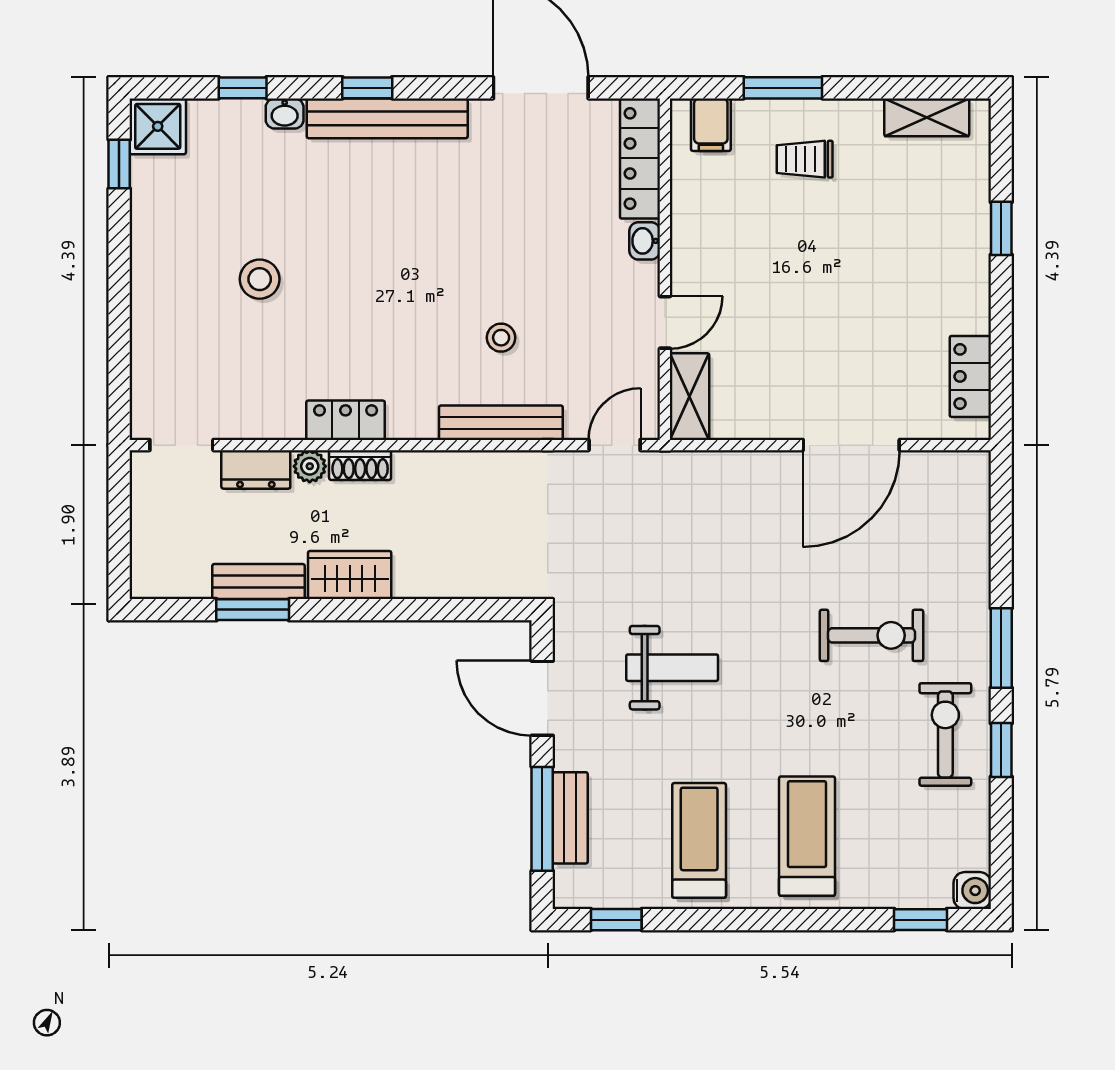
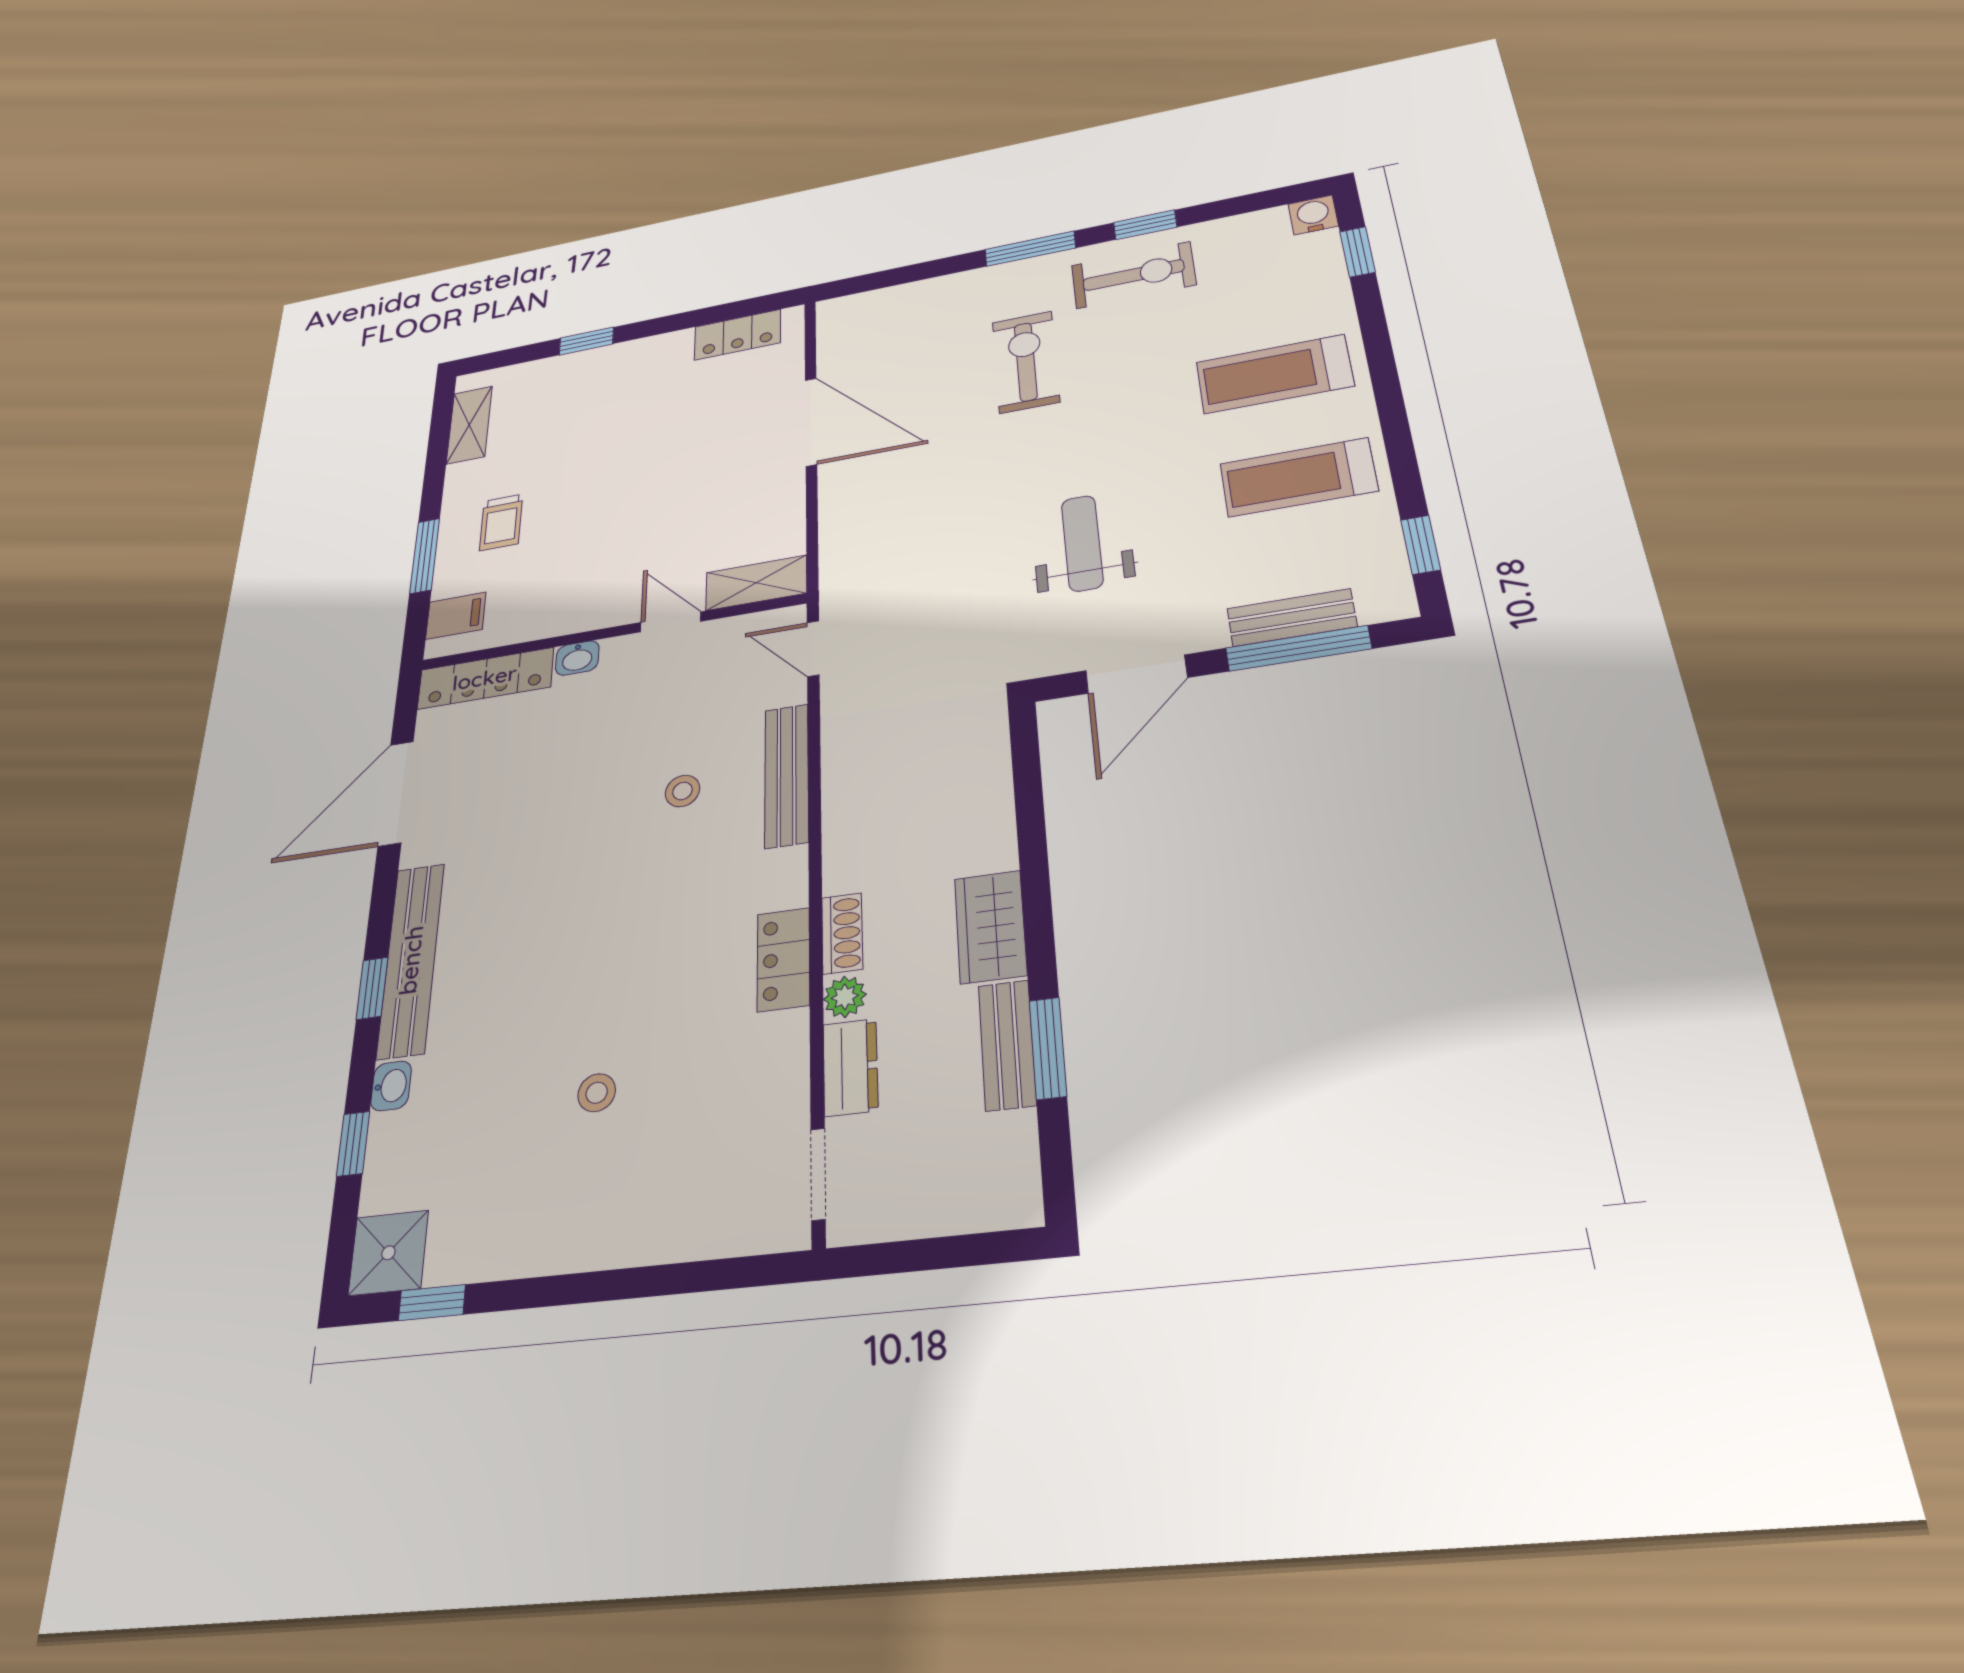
stool: (260, 279) -> (597, 1093), width x0.73, depth x0.73
exercise bike: (945, 734) -> (1133, 275), turned 180

